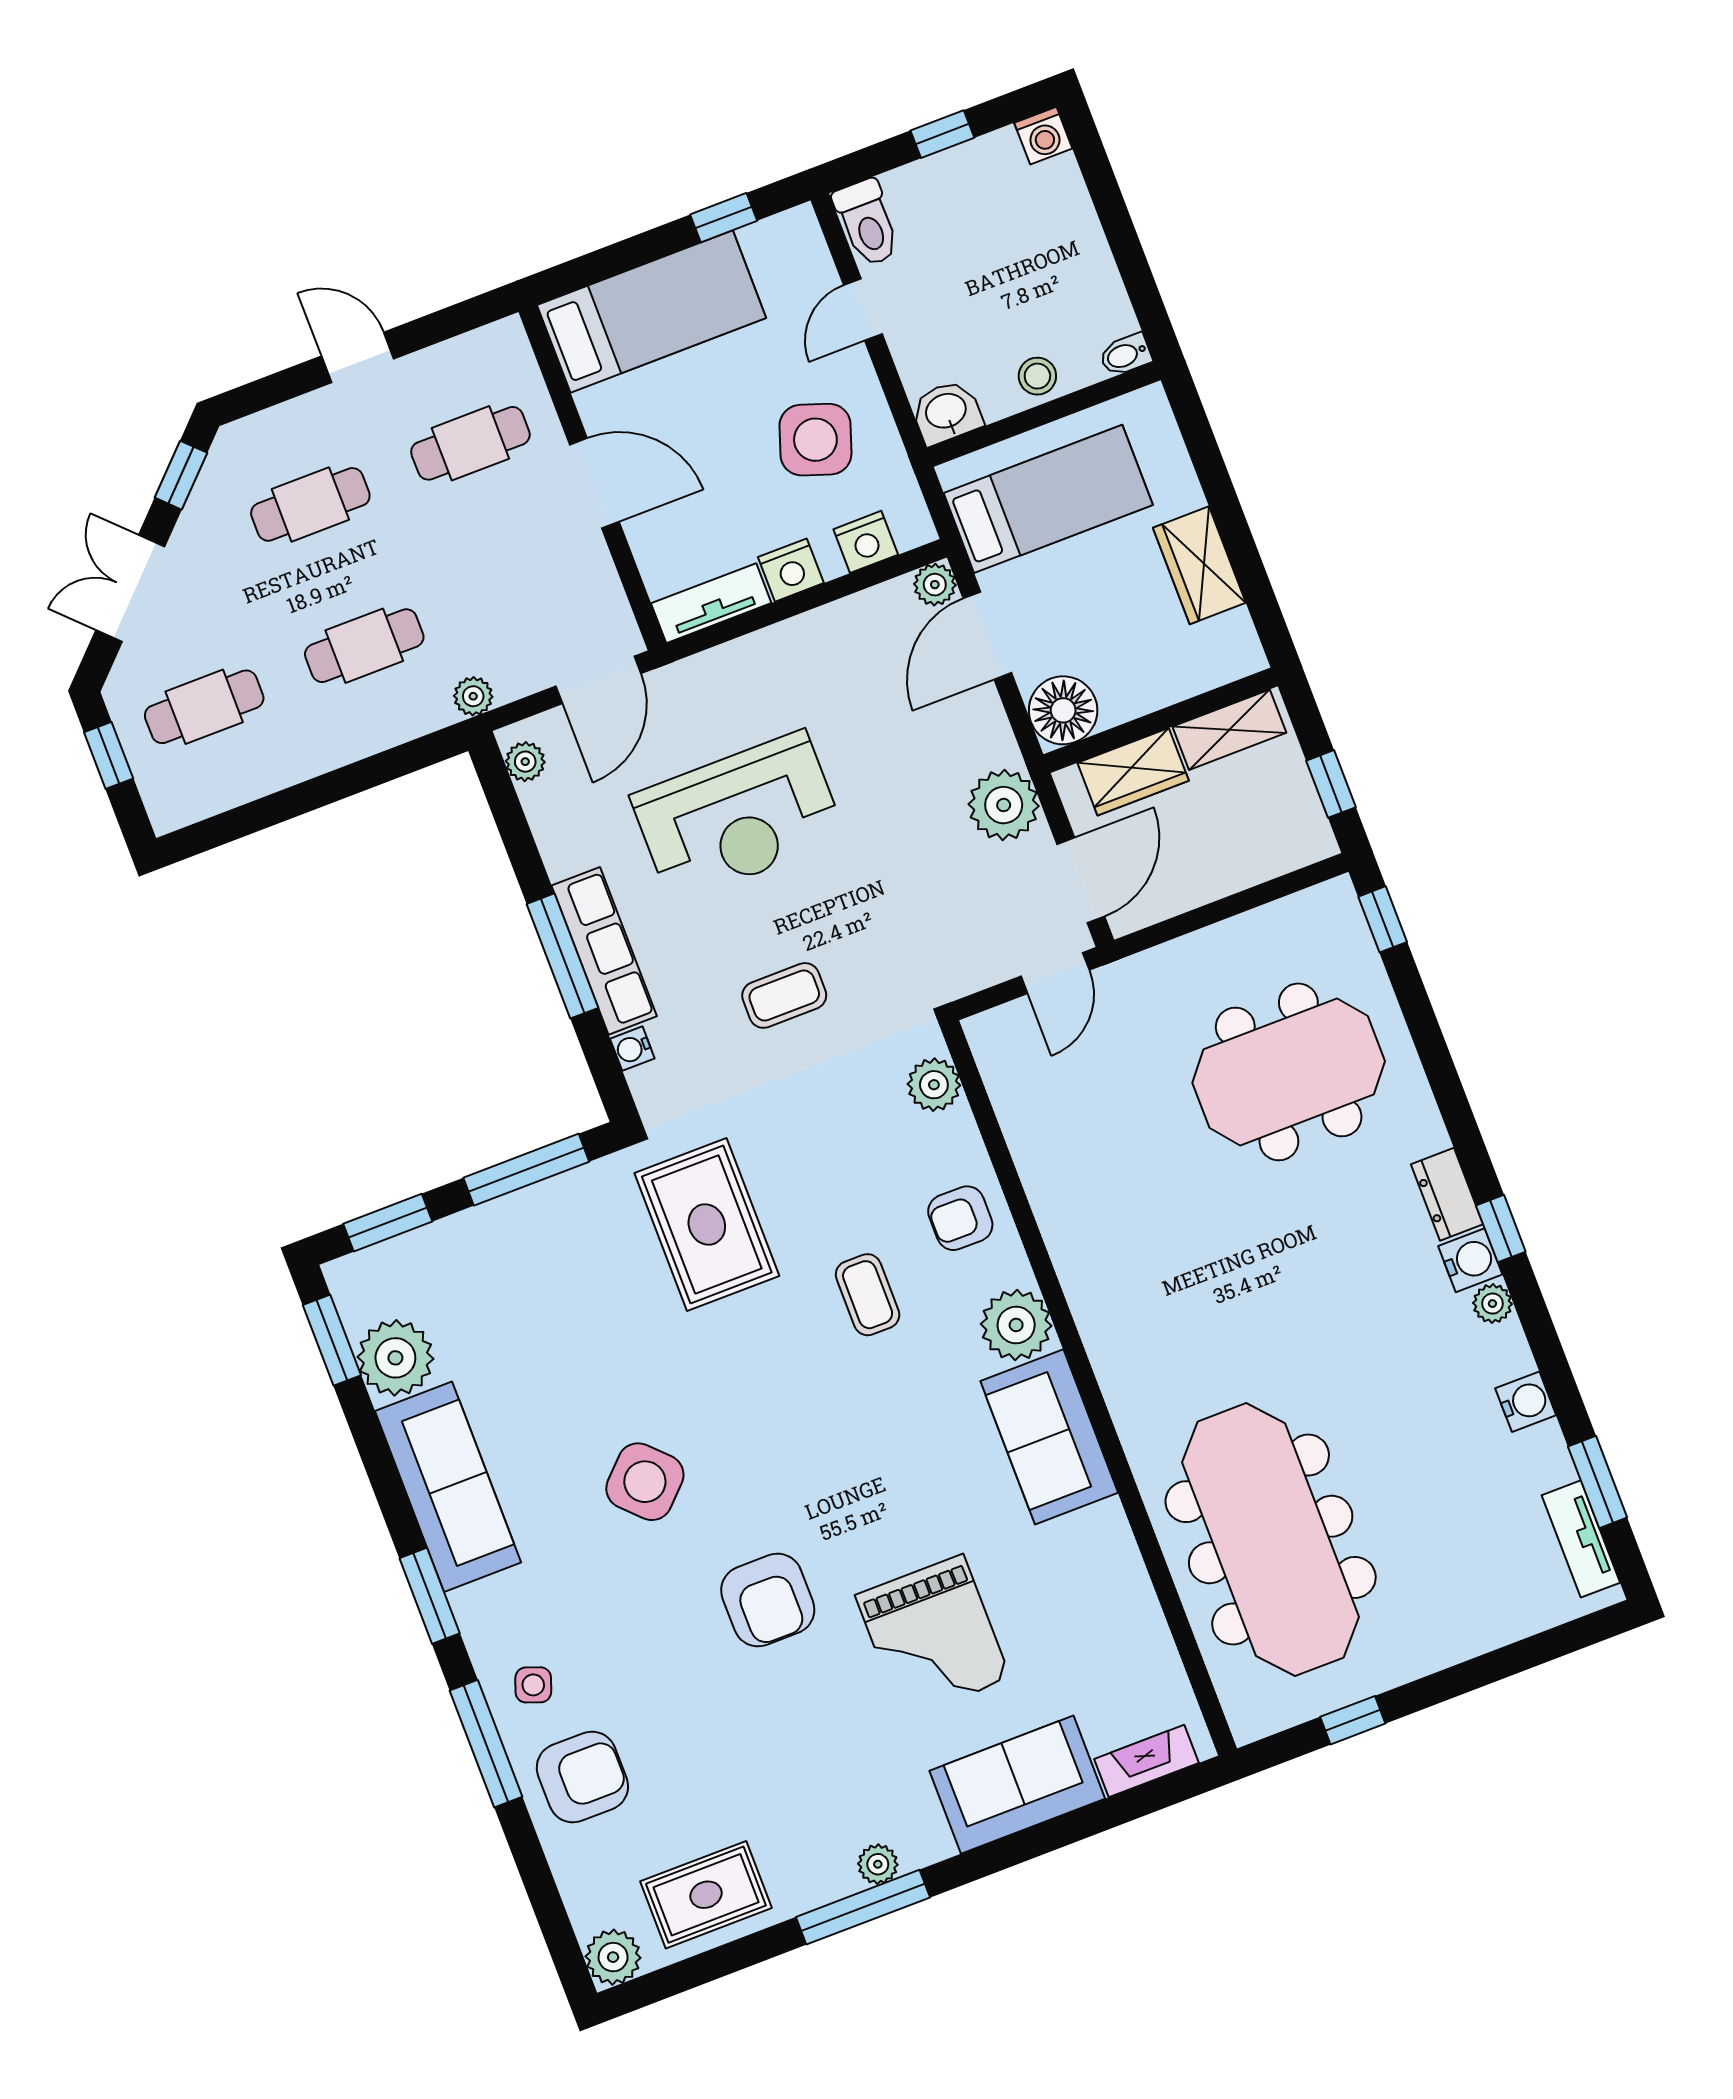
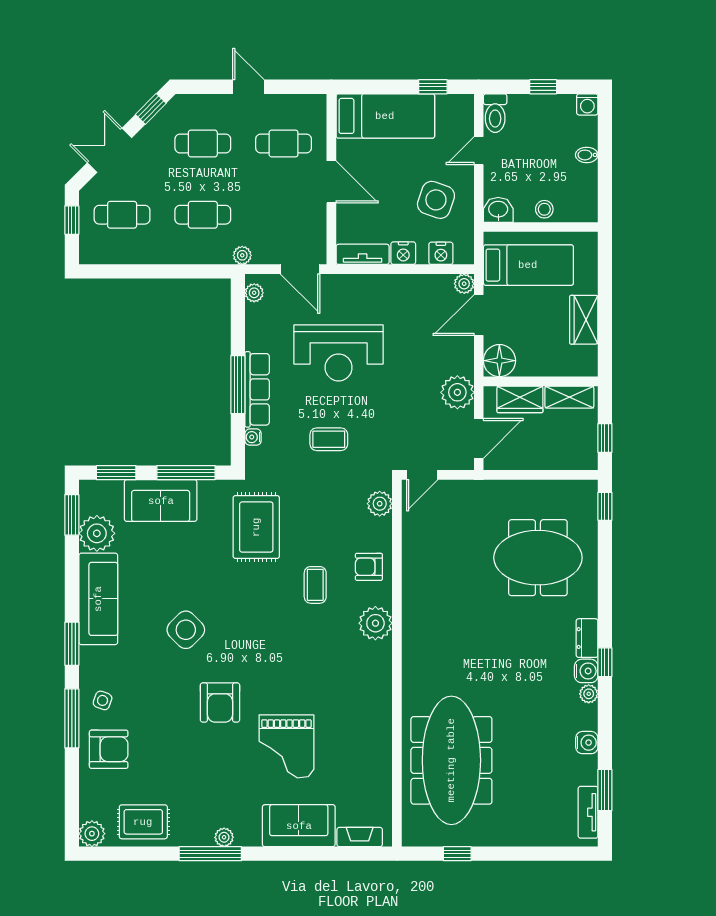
bidet: (1126, 355) -> (587, 155), moved
door: (598, 680) -> (300, 269), hinge flipped
door: (1055, 973) -> (422, 475), moved
sofa: (1049, 1437) -> (161, 501), moved, turned -90

